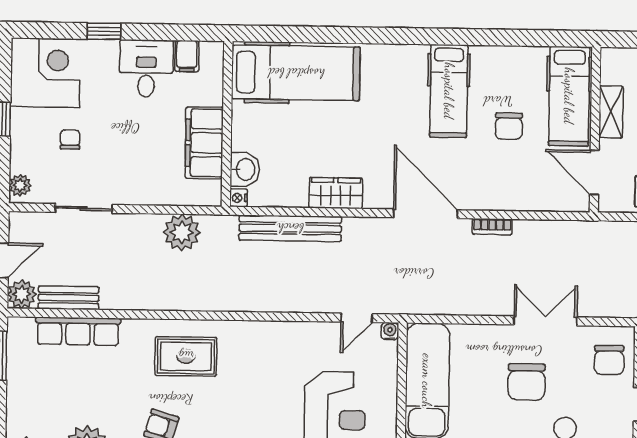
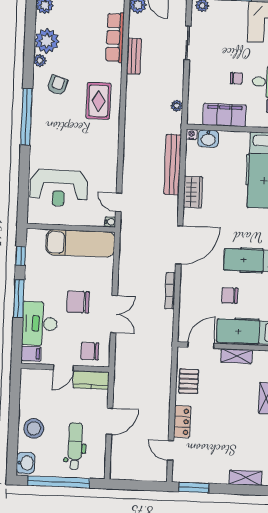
chair: (70, 140) -> (236, 78), moved
bookcase: (492, 227) -> (170, 291), width x1.56
plant: (182, 232) -> (177, 106), width x0.53, depth x0.53
bench: (69, 298) -> (134, 56), moved

